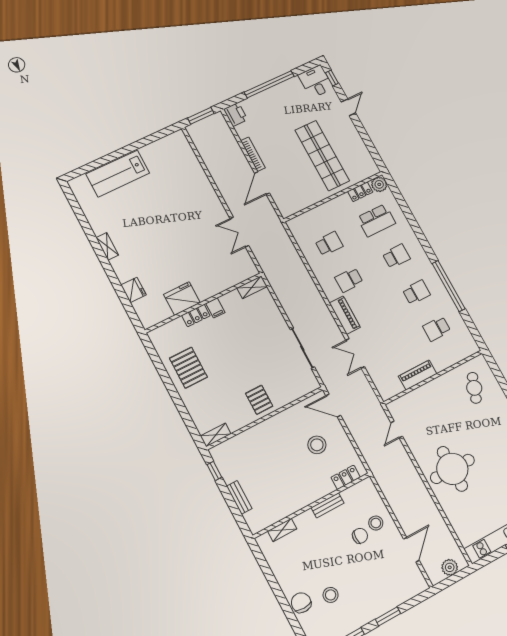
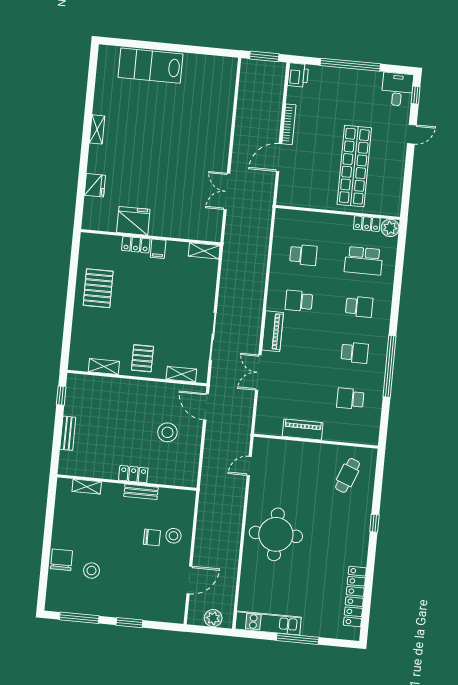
shelving: (298, 393) -> (181, 374), added
shelving: (216, 435) -> (104, 367), moved
locker: (346, 477) -> (133, 474), moved

